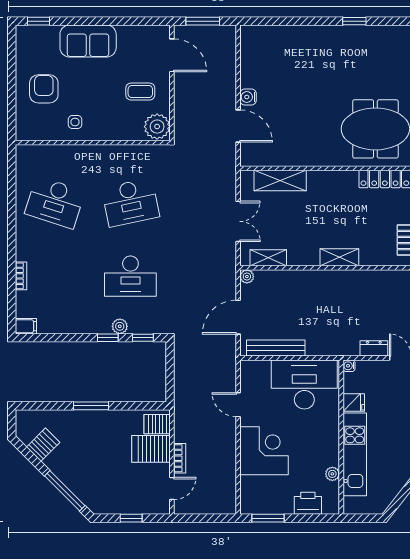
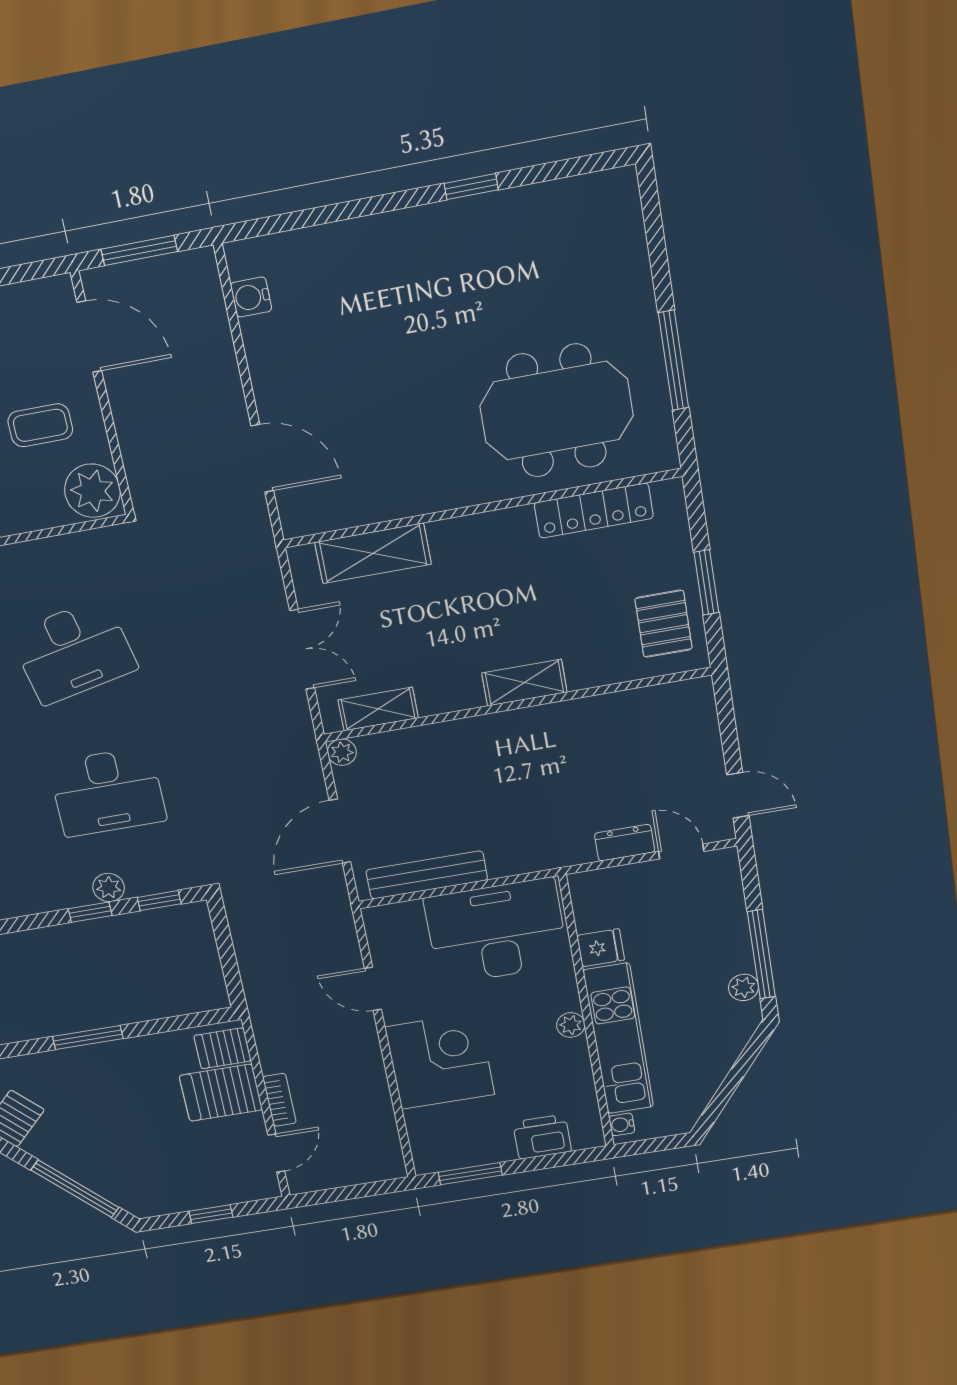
water cooler: (248, 97) -> (251, 297), moved
water cooler: (349, 366) -> (622, 1124), moved
plant: (332, 474) -> (571, 1025), moved

